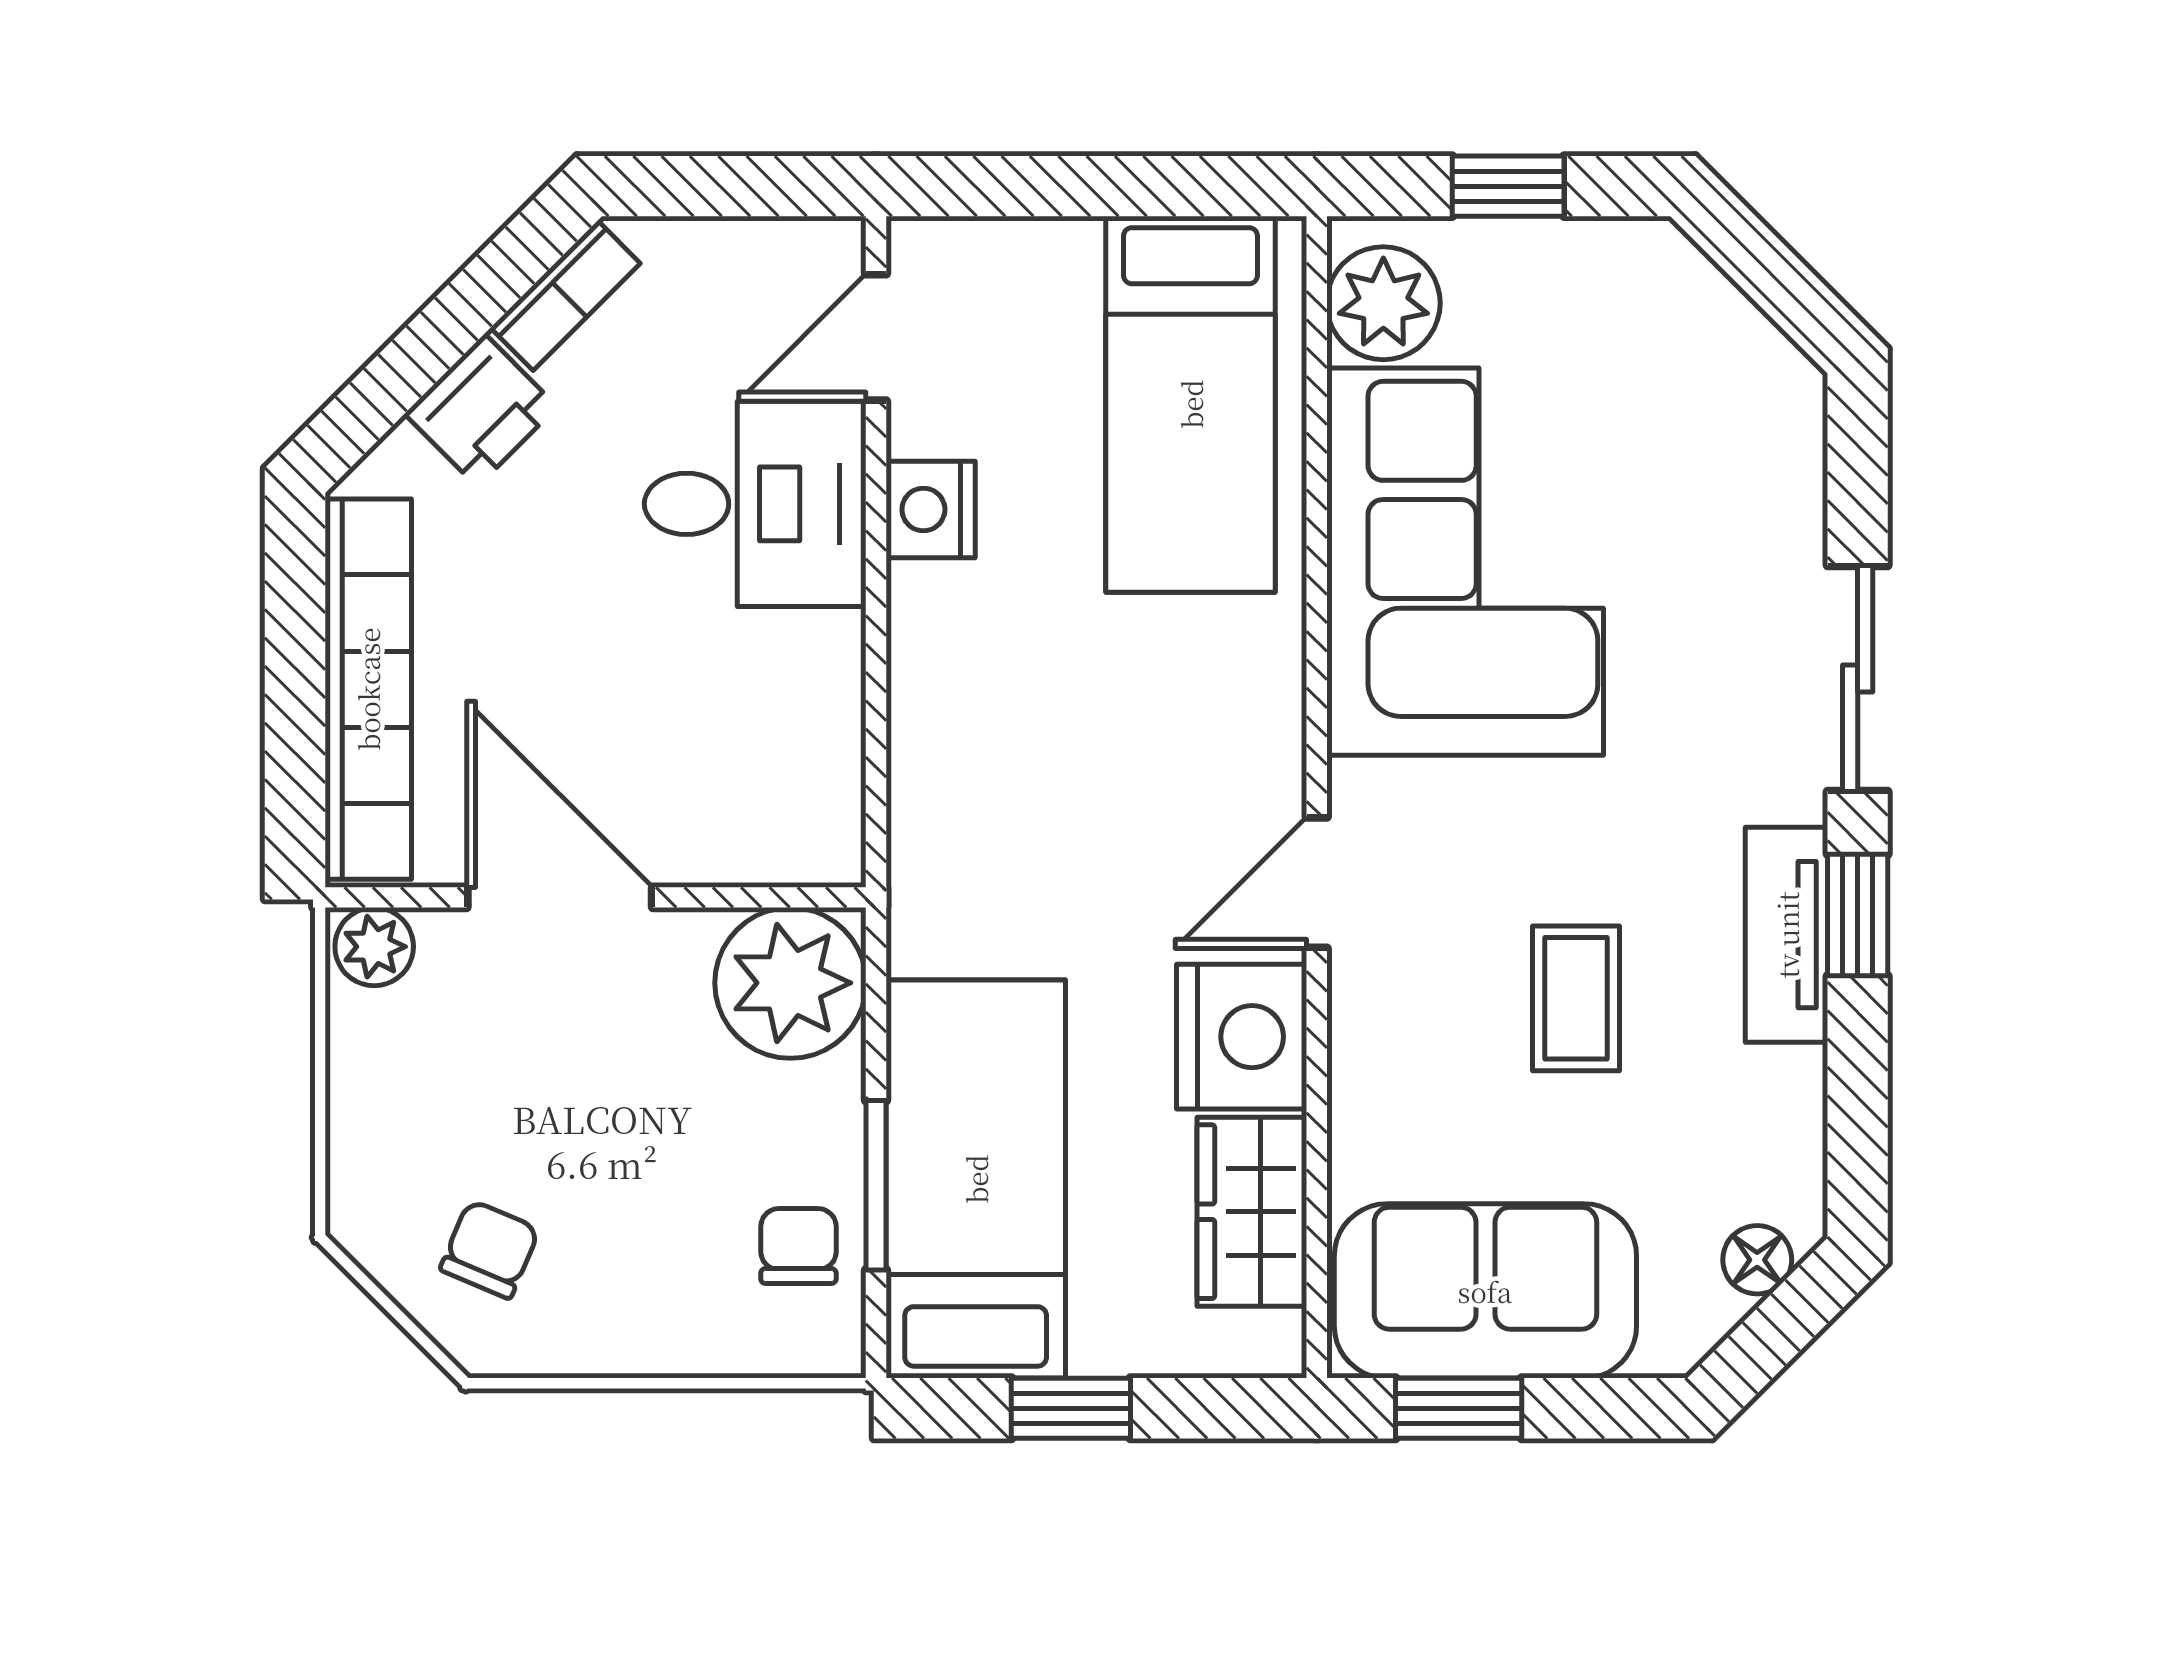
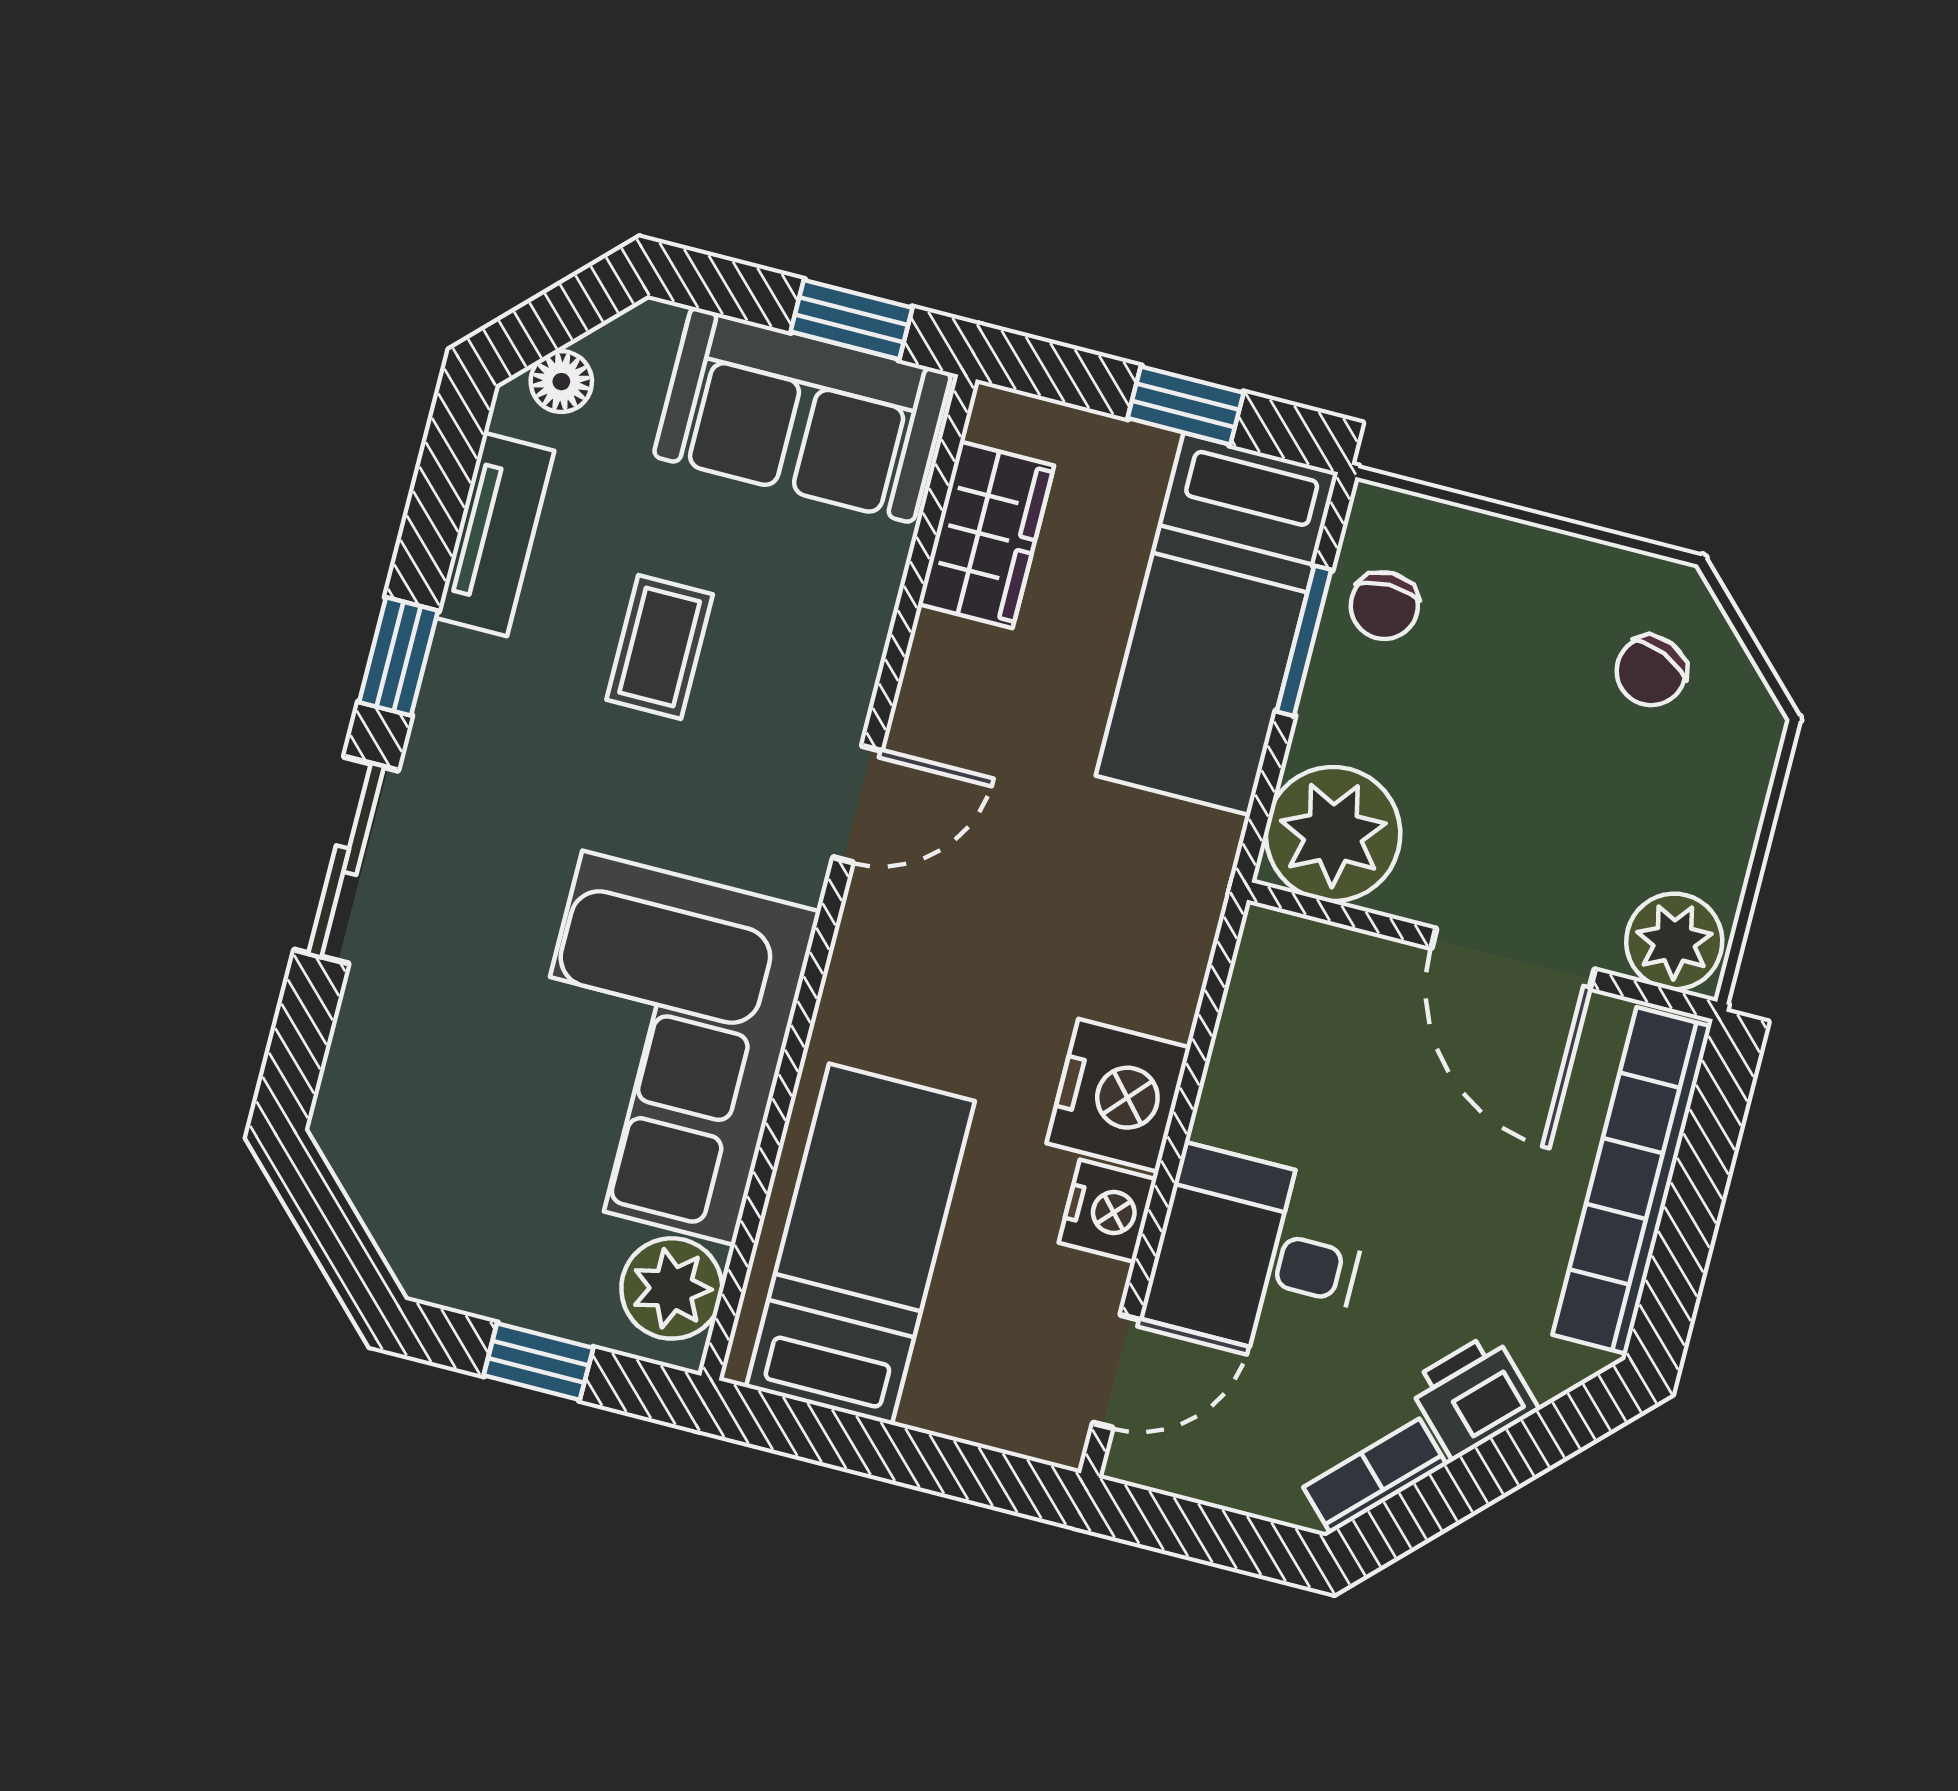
tv unit: (1787, 935) -> (495, 534), moved
plant: (374, 947) -> (1674, 941), width x1.38, depth x1.38
nightstand: (1242, 1037) -> (1118, 1095), moved, turned 180

